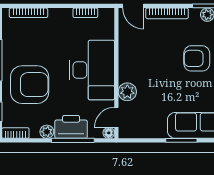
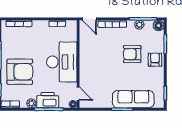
plant: (127, 92) -> (85, 77), removed
door: (116, 117) -> (78, 94), swing flipped

